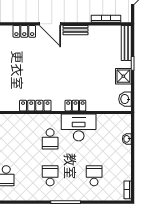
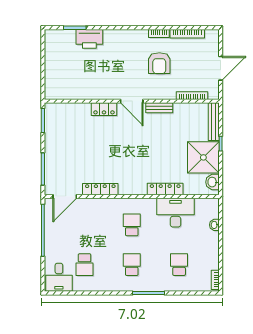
shower: (123, 76) -> (203, 157), width x1.86, depth x1.86
locker: (35, 106) -> (100, 189), moved
locker: (75, 106) -> (165, 189), width x1.53
desk: (79, 127) -> (175, 213), moved
school desk: (50, 139) -> (132, 225), turned 180

